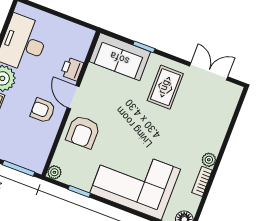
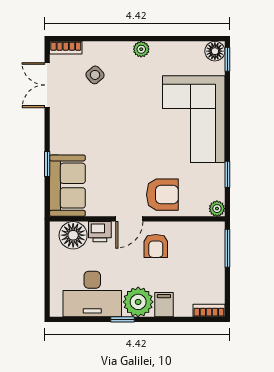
floor lamp: (77, 46) -> (73, 235), added
rug: (165, 87) -> (81, 125), removed
side table: (202, 114) -> (95, 75), added
bookcase: (202, 181) -> (66, 48), moved

